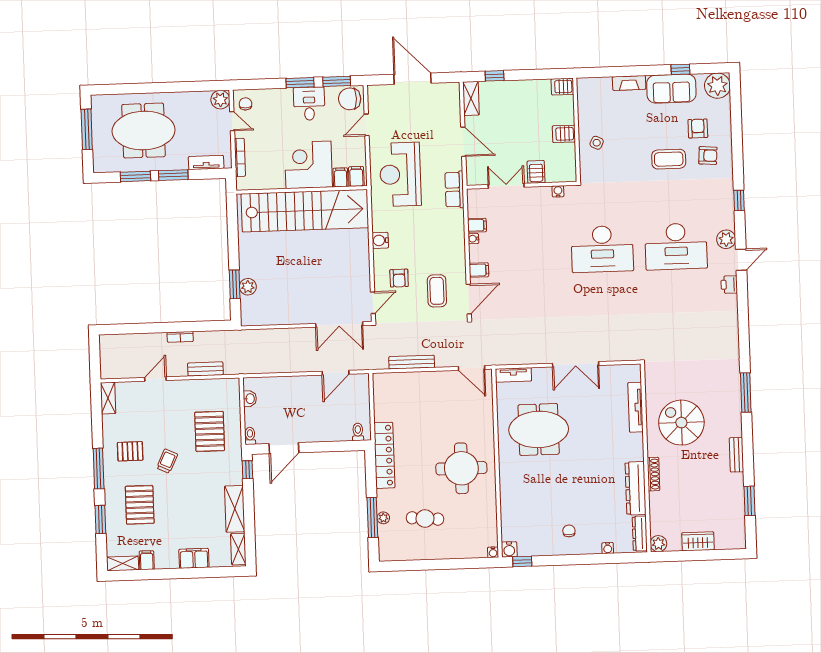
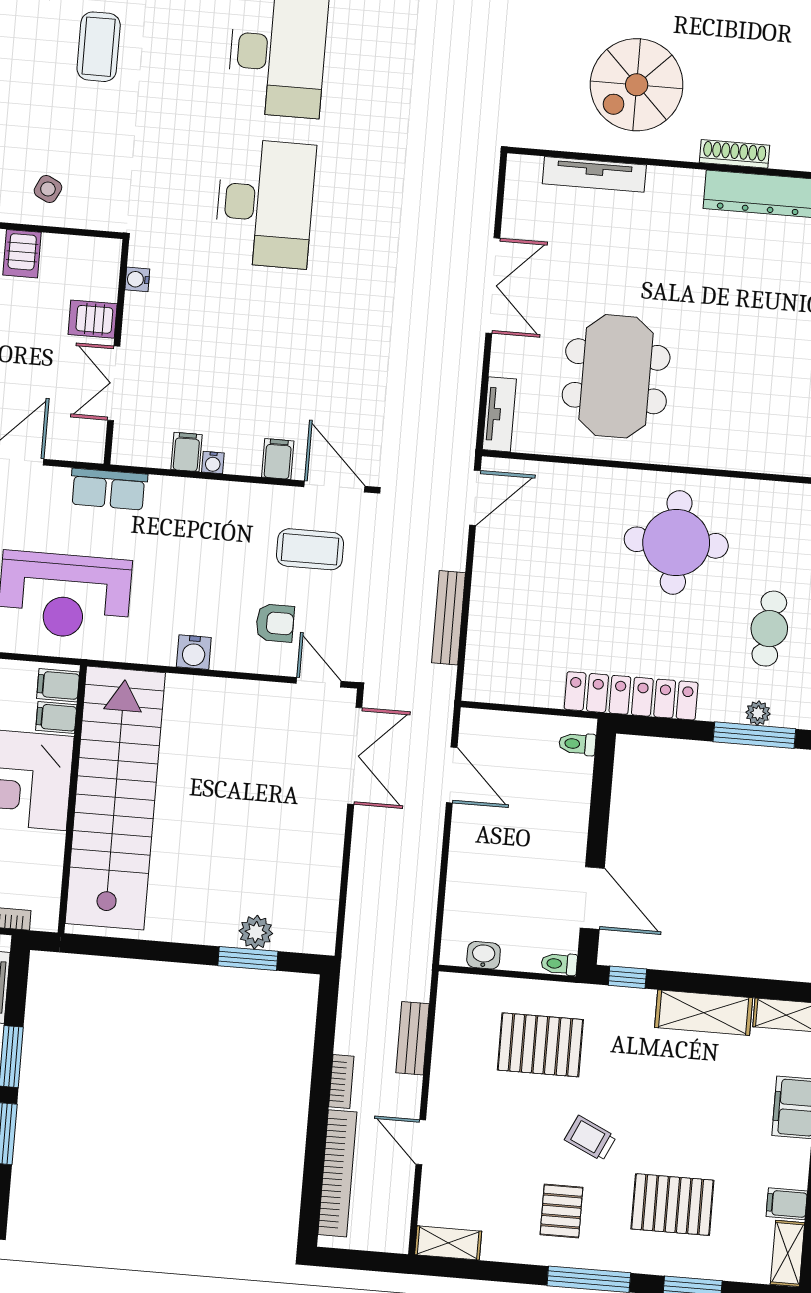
bookcase: (135, 340) -> (337, 1173), added

